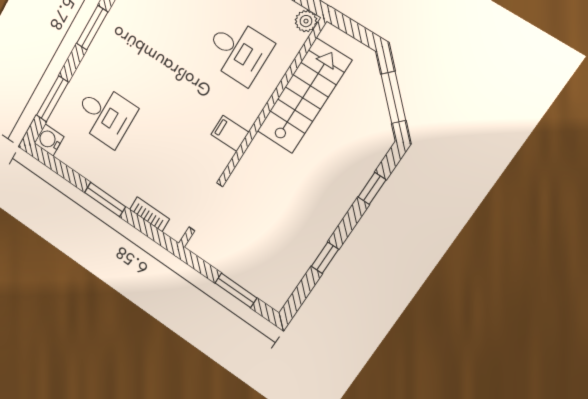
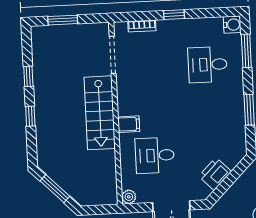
stairs: (304, 96) -> (100, 113), moved
filing cabinet: (230, 133) -> (129, 124), moved
window: (372, 188) -> (30, 116), moved
window: (105, 200) -> (174, 15), width x0.67

